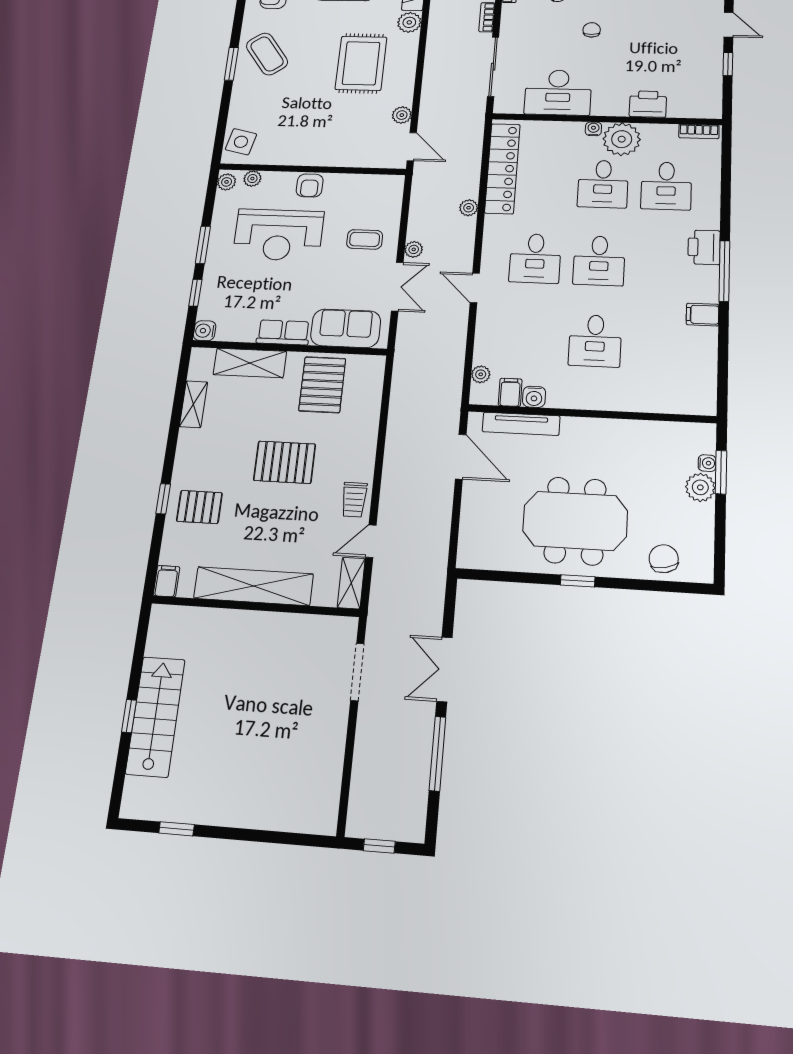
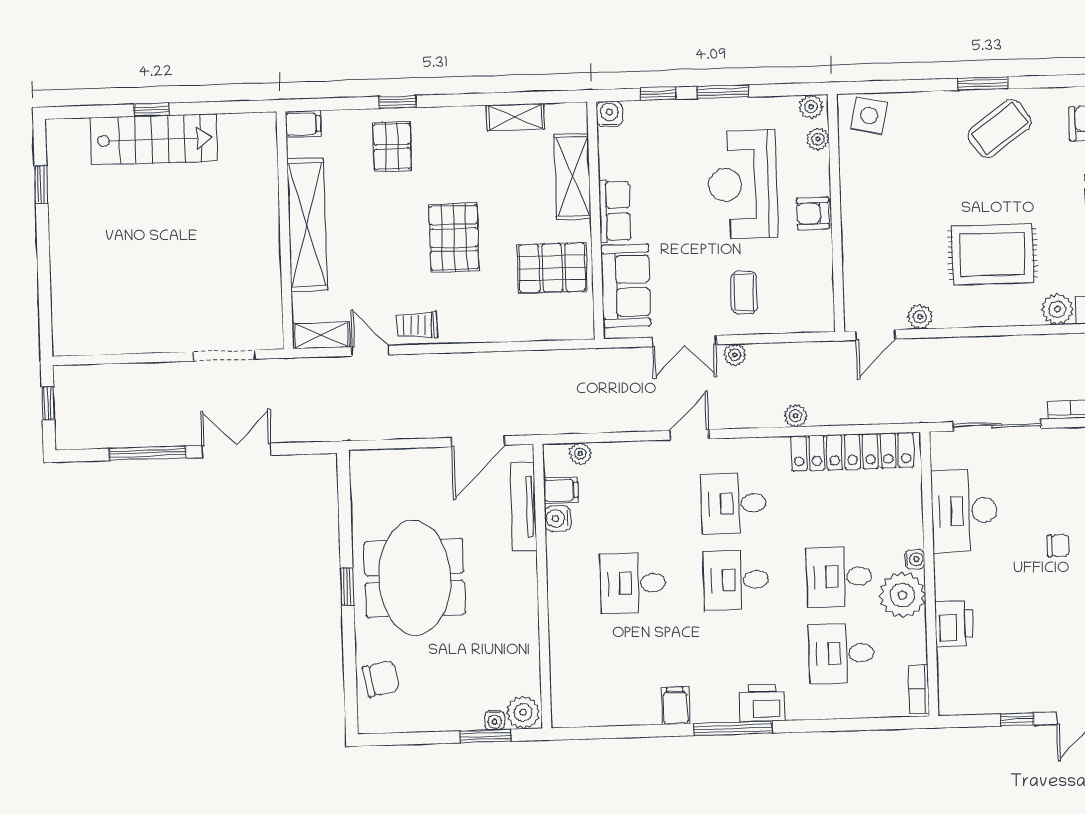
plant: (700, 487) -> (523, 712), moved

